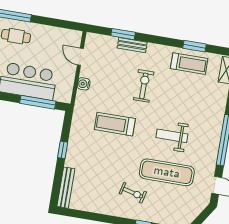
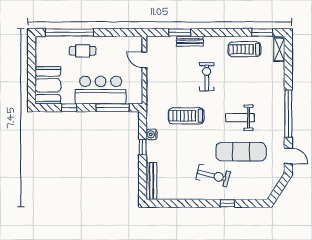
window: (195, 46) -> (262, 33), moved
treadmill: (189, 64) -> (244, 49), turned 180
water cooler: (84, 84) -> (152, 134), moved
exercise bike: (133, 193) -> (213, 176), width x1.38, depth x1.39

